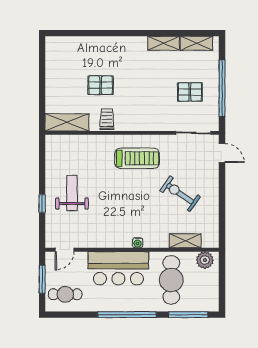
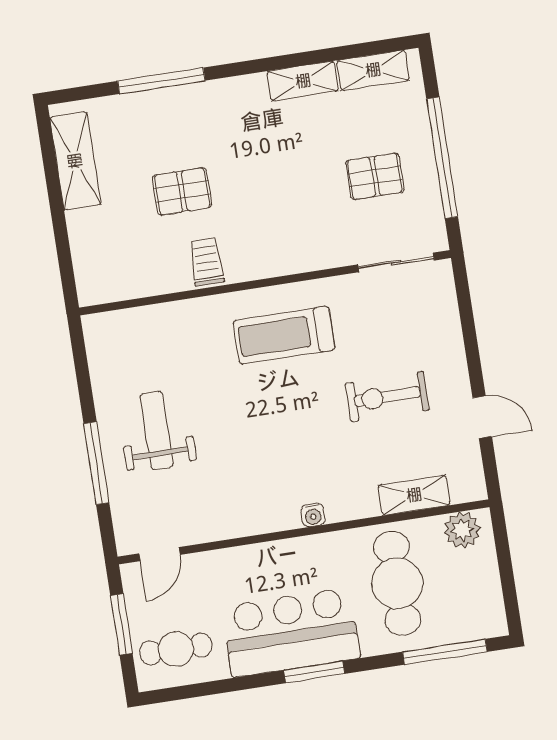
window: (99, 33) -> (161, 81), added
shelving: (67, 122) -> (75, 161), moved, turned 90
door: (222, 153) -> (482, 417), moved
treadmill: (137, 158) -> (284, 335), turned 180
exercise bike: (180, 194) -> (387, 397), turned -35
window: (42, 204) -> (96, 463), width x2.17
bar counter: (118, 268) -> (291, 632), moved, turned 180
window: (127, 315) -> (314, 672), width x0.47

